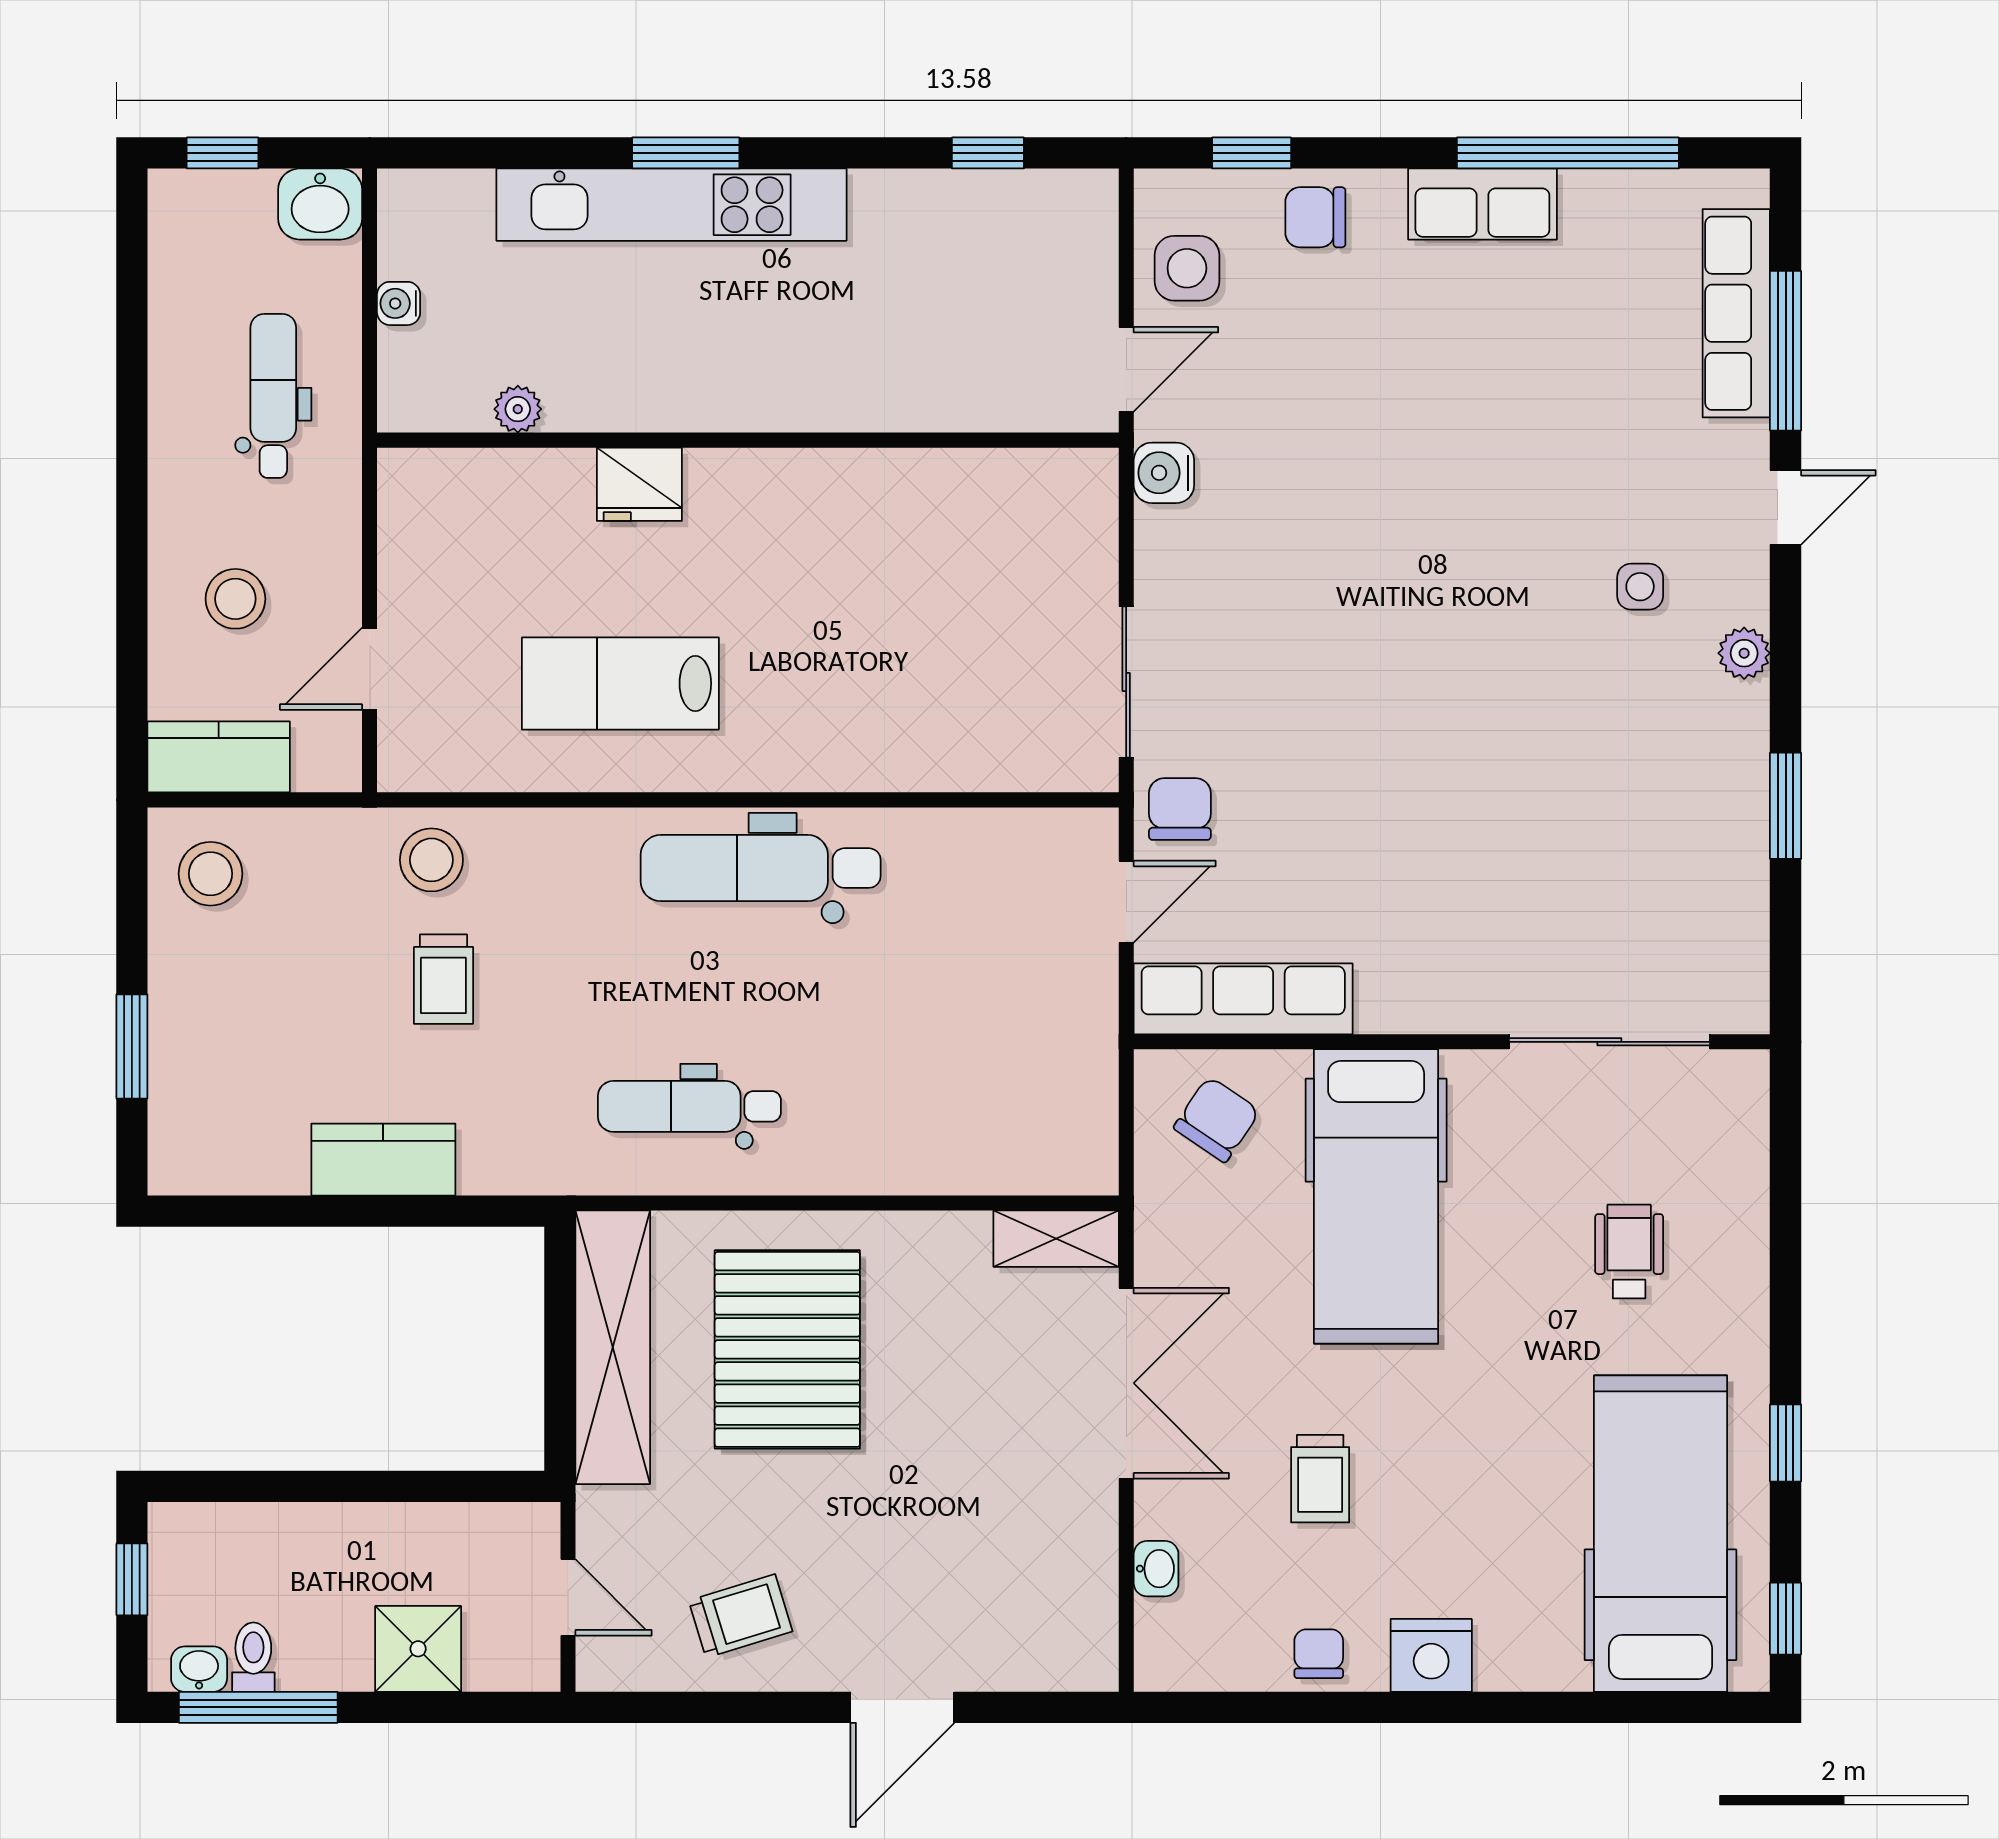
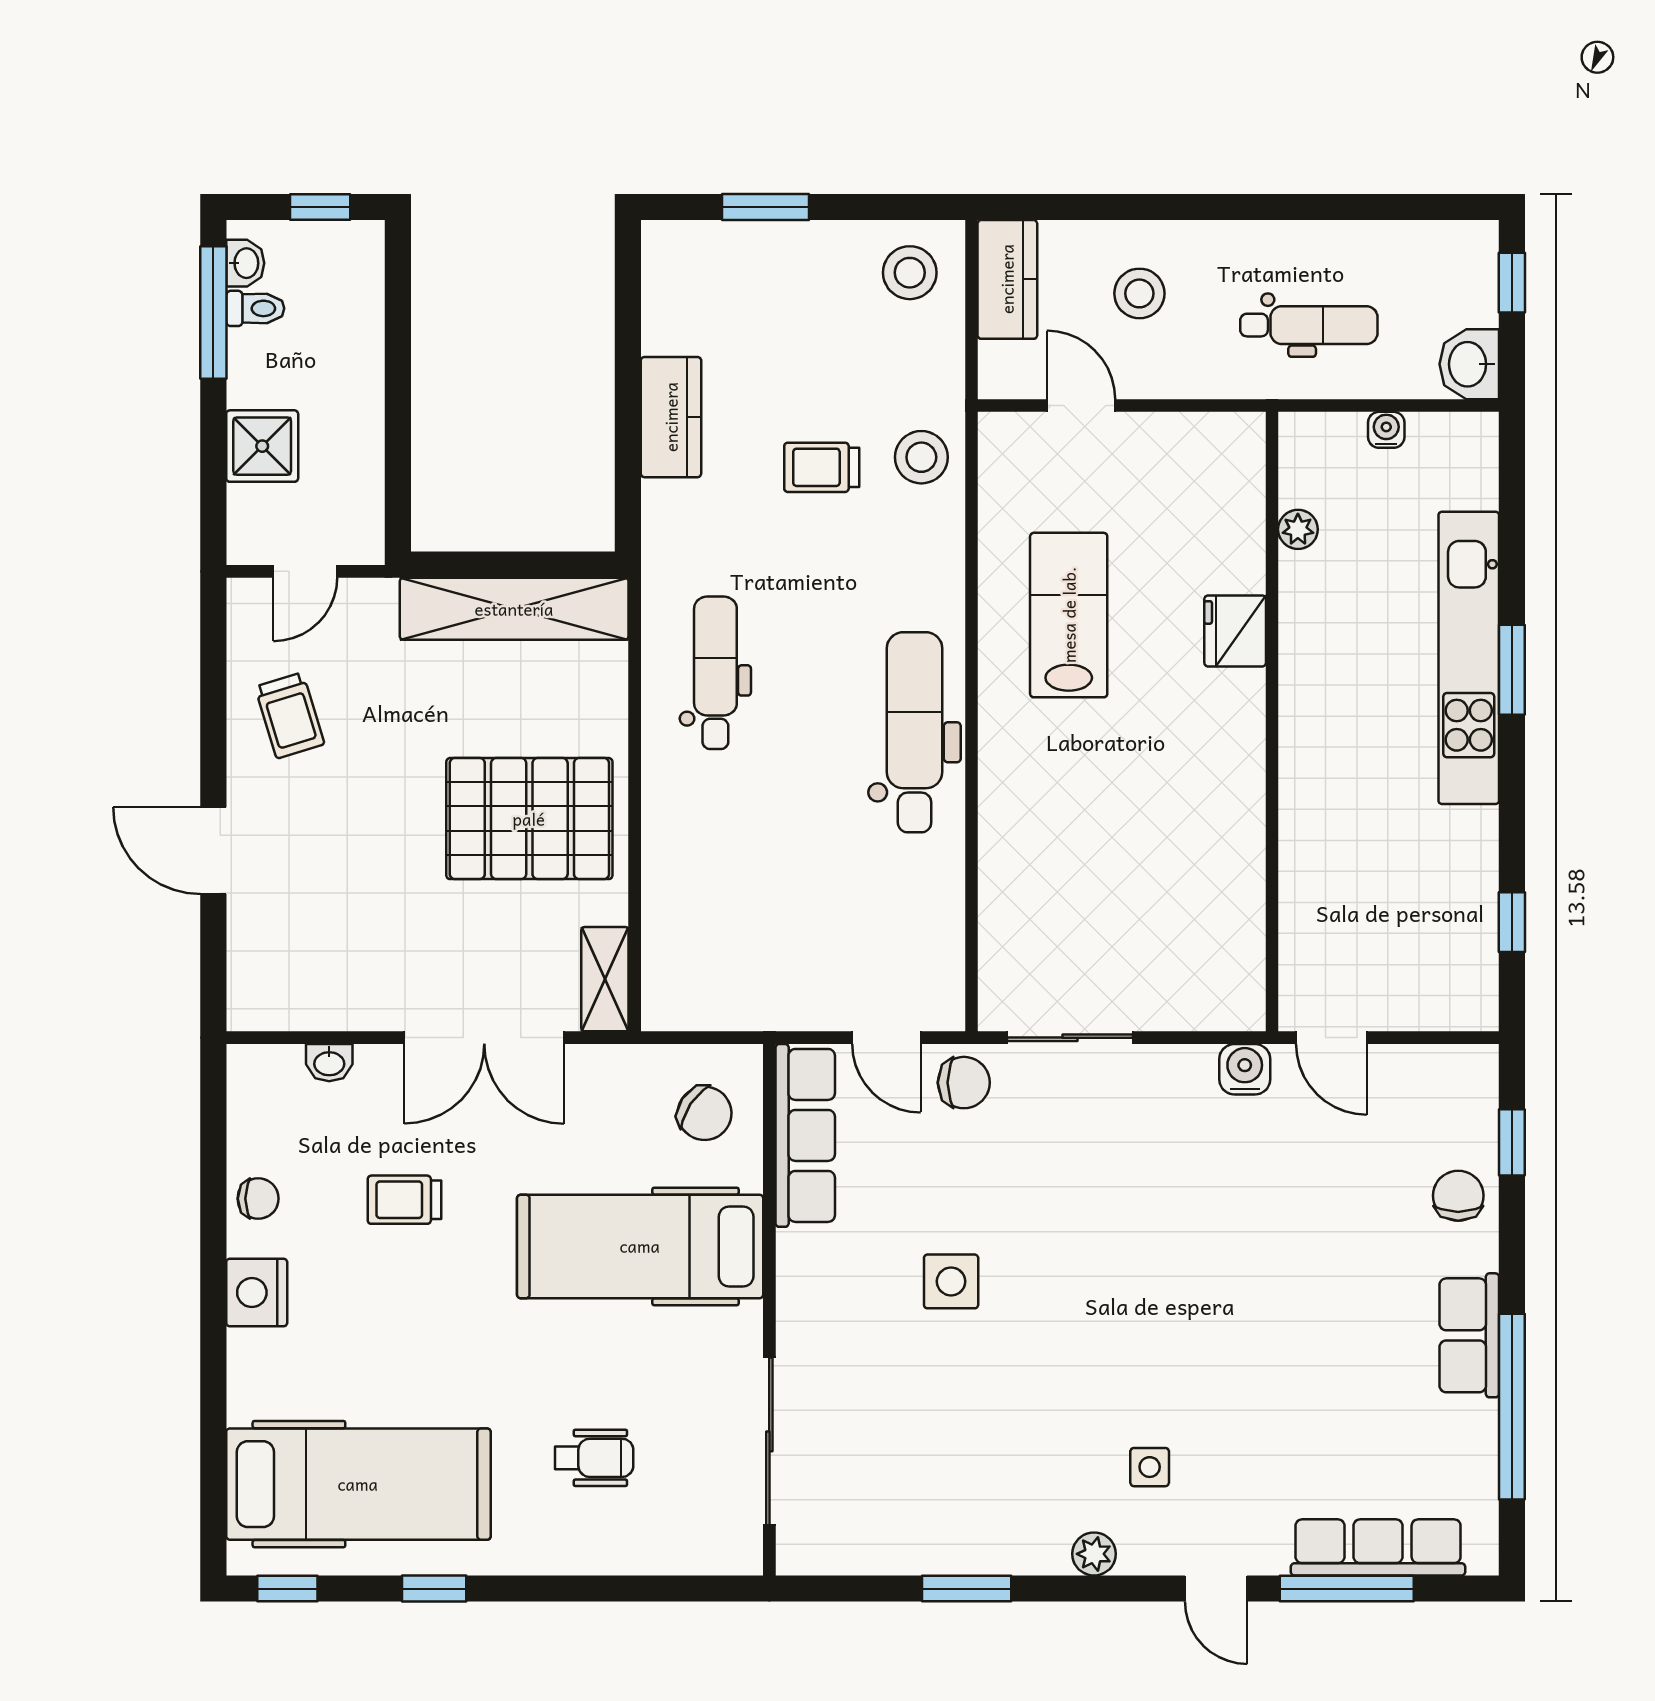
side table: (1187, 268) -> (951, 1281), moved
pallet: (787, 1349) -> (529, 819), moved

